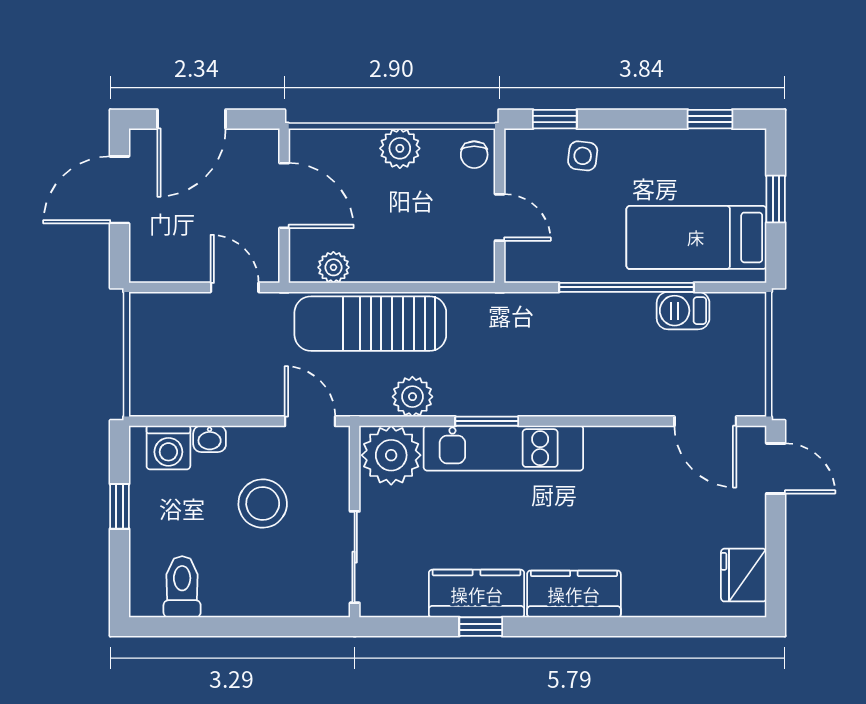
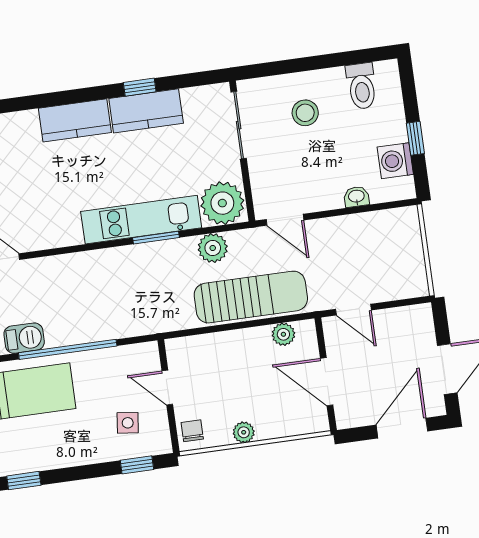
plant: (400, 148) -> (244, 432), width x0.73, depth x0.73
side table: (583, 156) -> (128, 423), moved
washing machine: (168, 447) -> (395, 161), moved, turned -90
stool: (263, 504) -> (305, 113), moved, width x0.73, depth x0.73

